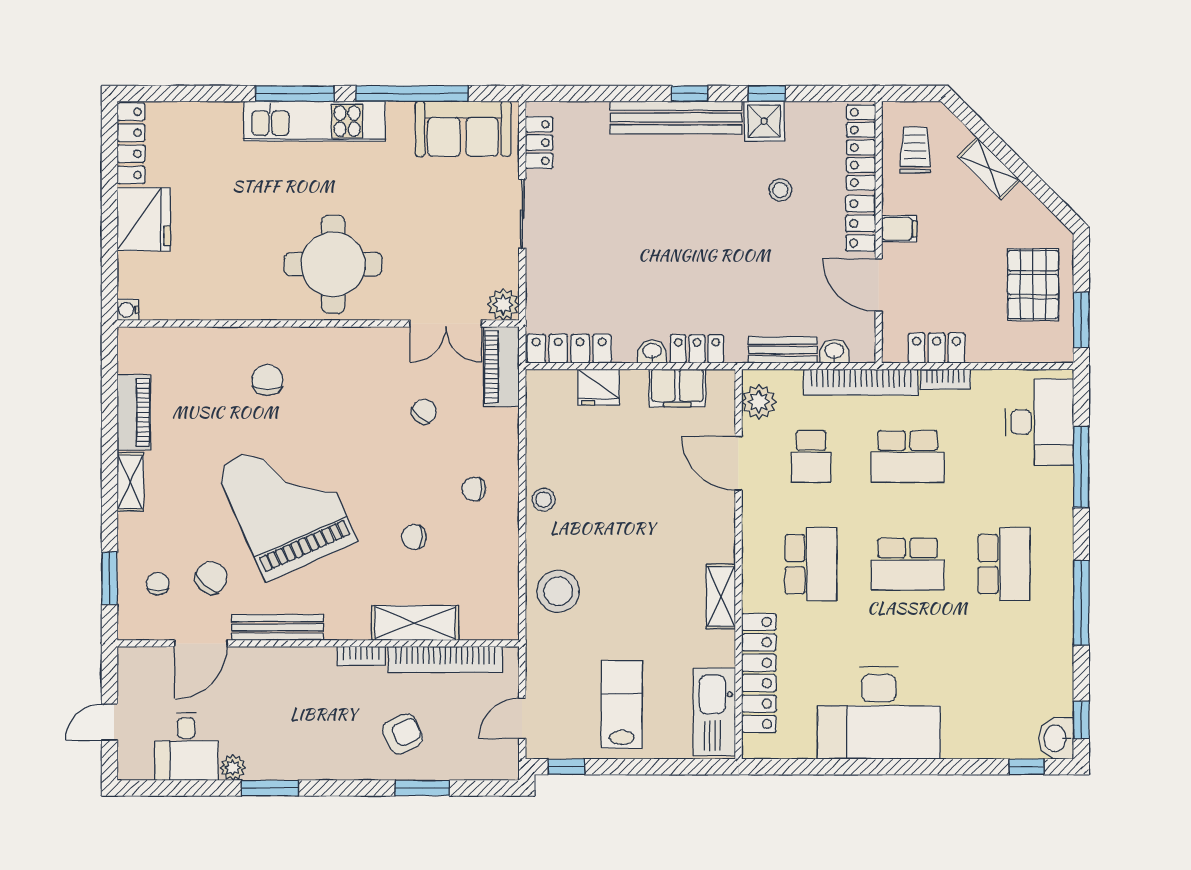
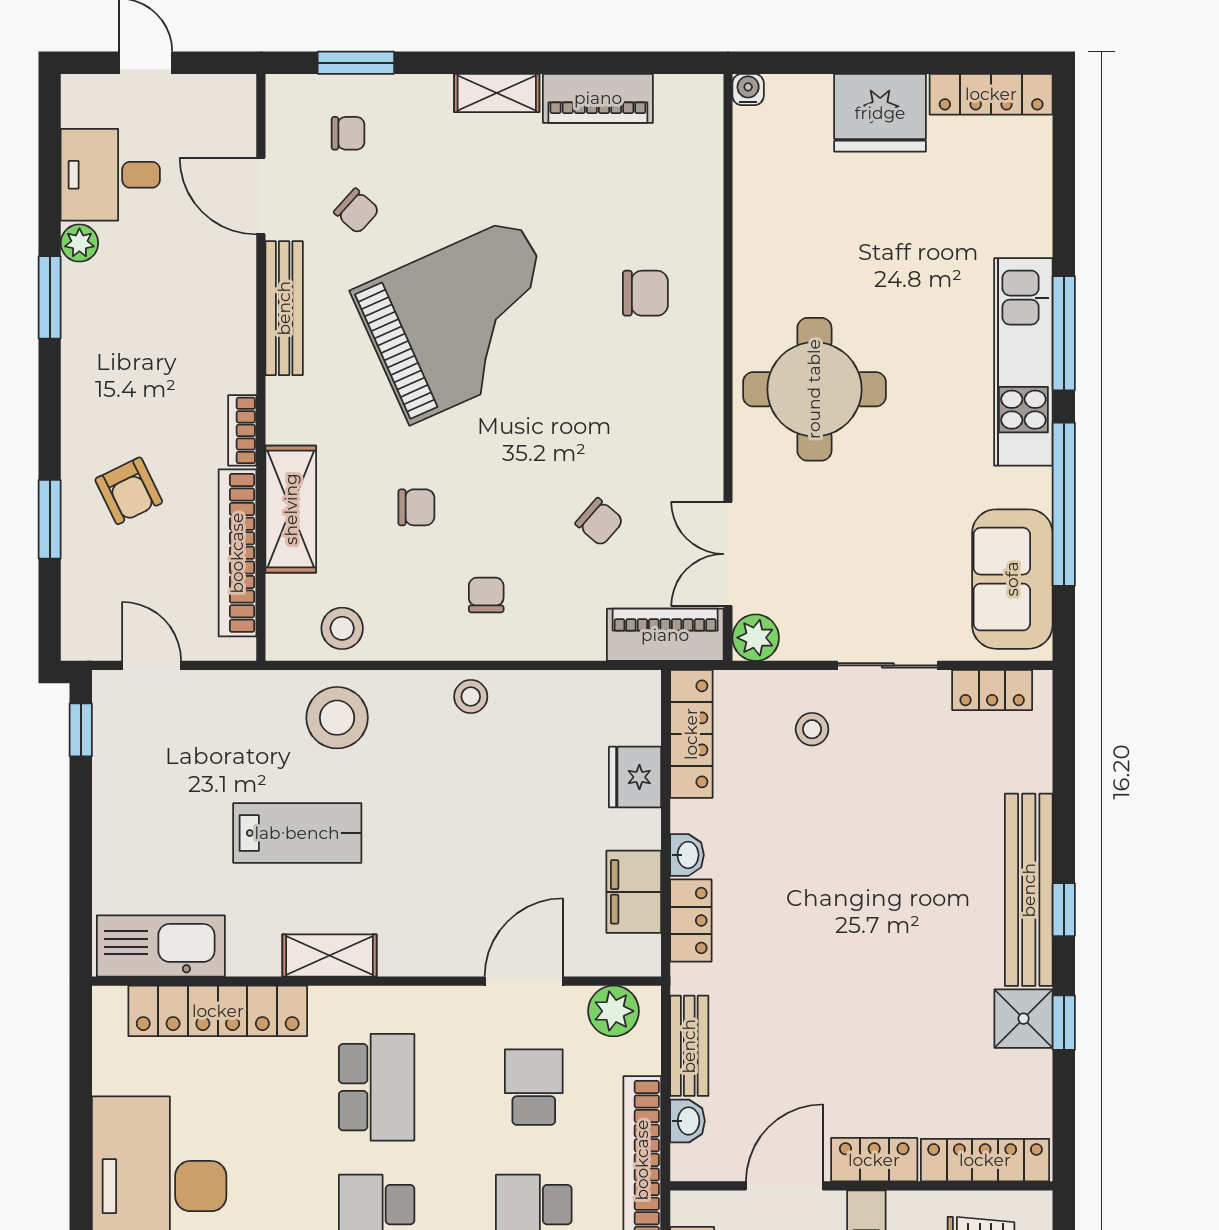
stool: (780, 190) -> (812, 729), moved
school desk: (811, 456) -> (534, 1087), turned 90
chair: (414, 537) -> (416, 507), turned 88
school desk: (811, 564) -> (377, 1087), turned -90
chair: (211, 578) -> (357, 211), width x0.73, depth x0.73
stool: (497, 588) -> (342, 628), added
lab bench: (622, 704) -> (297, 833), moved

